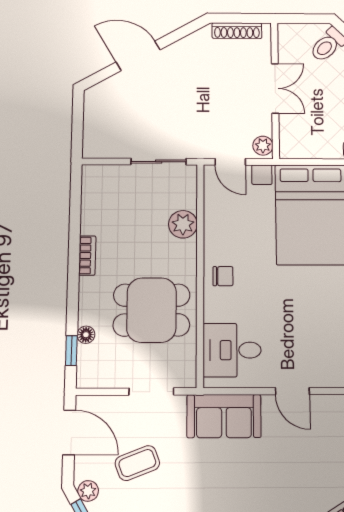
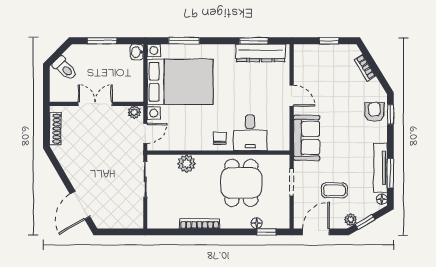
door: (138, 56) -> (80, 205), moved
bookcase: (87, 256) -> (200, 224), width x1.56
desk: (232, 350) -> (250, 133), moved
door: (292, 391) -> (292, 96), hinge flipped
coffee table: (137, 463) -> (334, 190), turned -69

